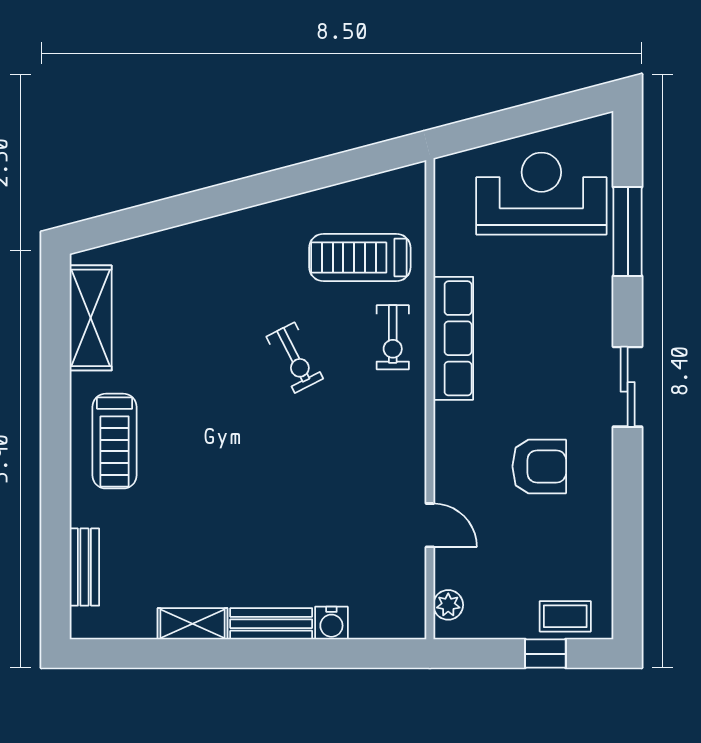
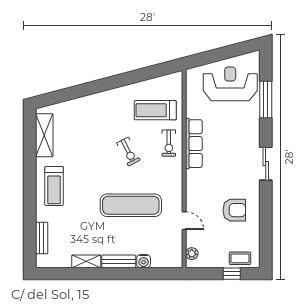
armchair: (539, 466) -> (234, 210), moved
exercise mat: (301, 488) -> (131, 205), added

